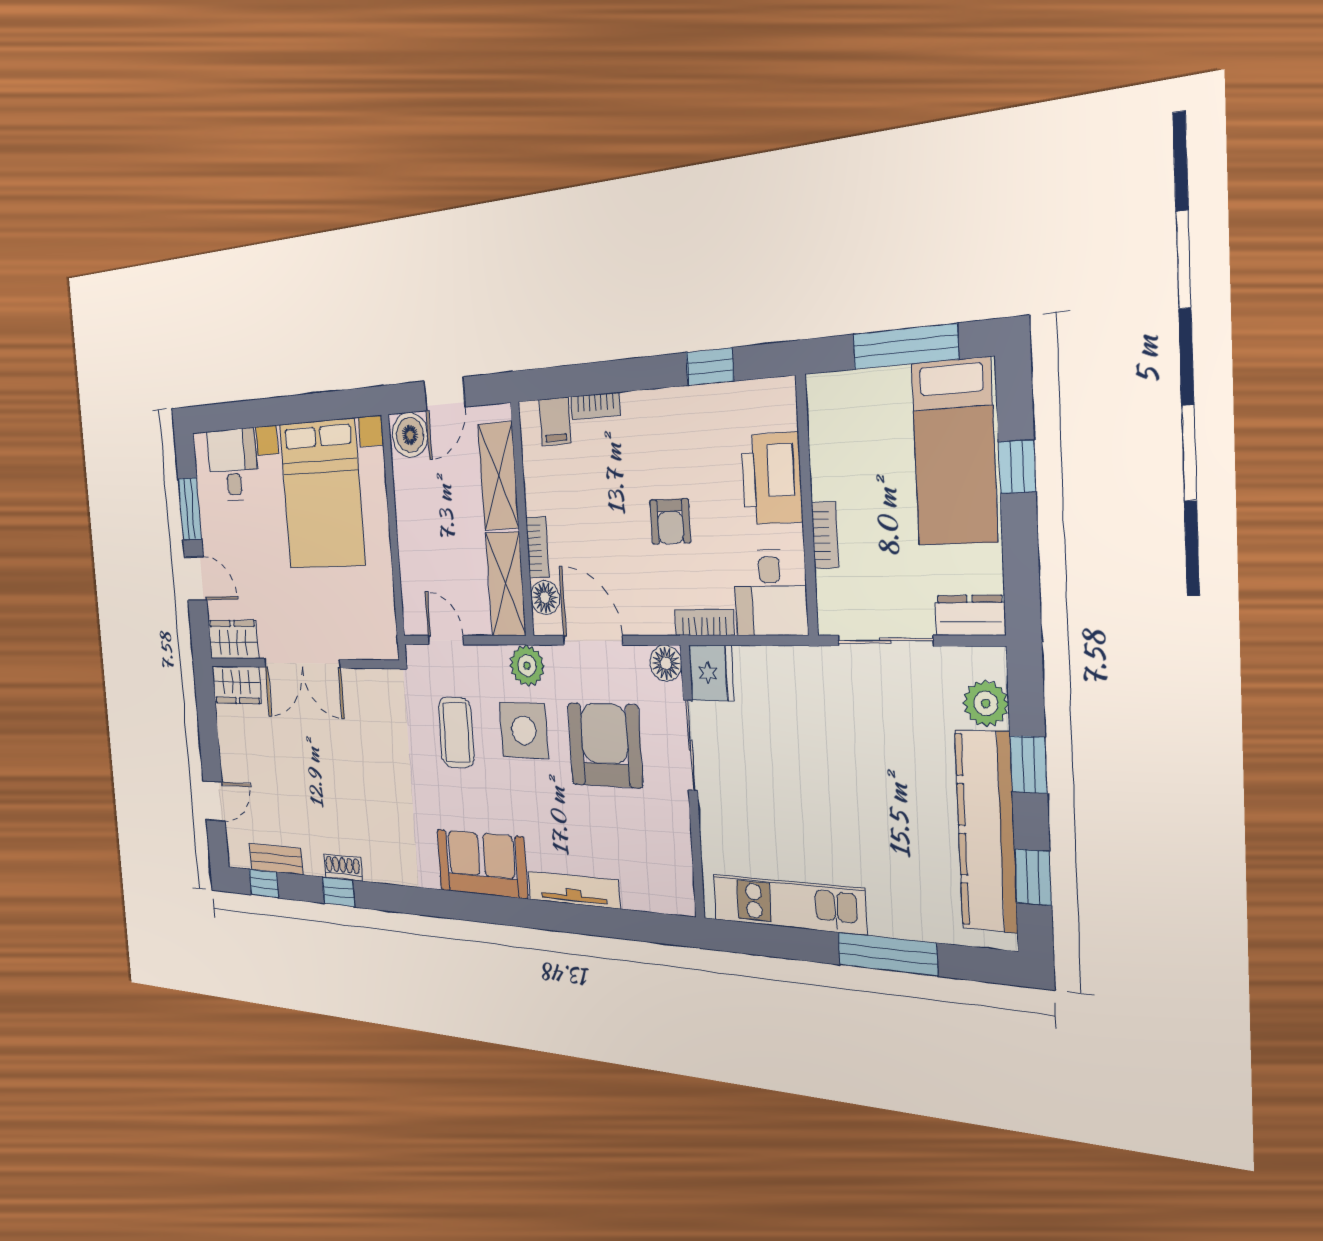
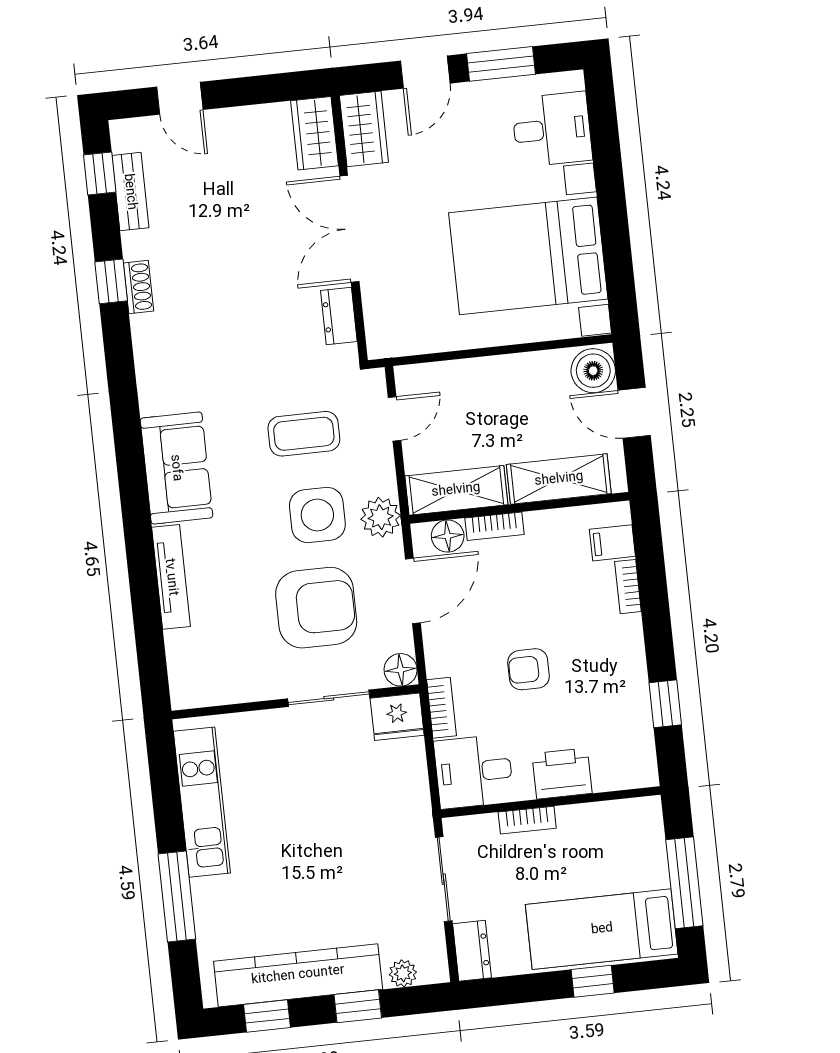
printer: (772, 479) -> (562, 774), width x0.73, depth x0.84
dresser: (365, 683) -> (339, 316), added
plant: (986, 703) -> (403, 973), width x0.73, depth x0.73

